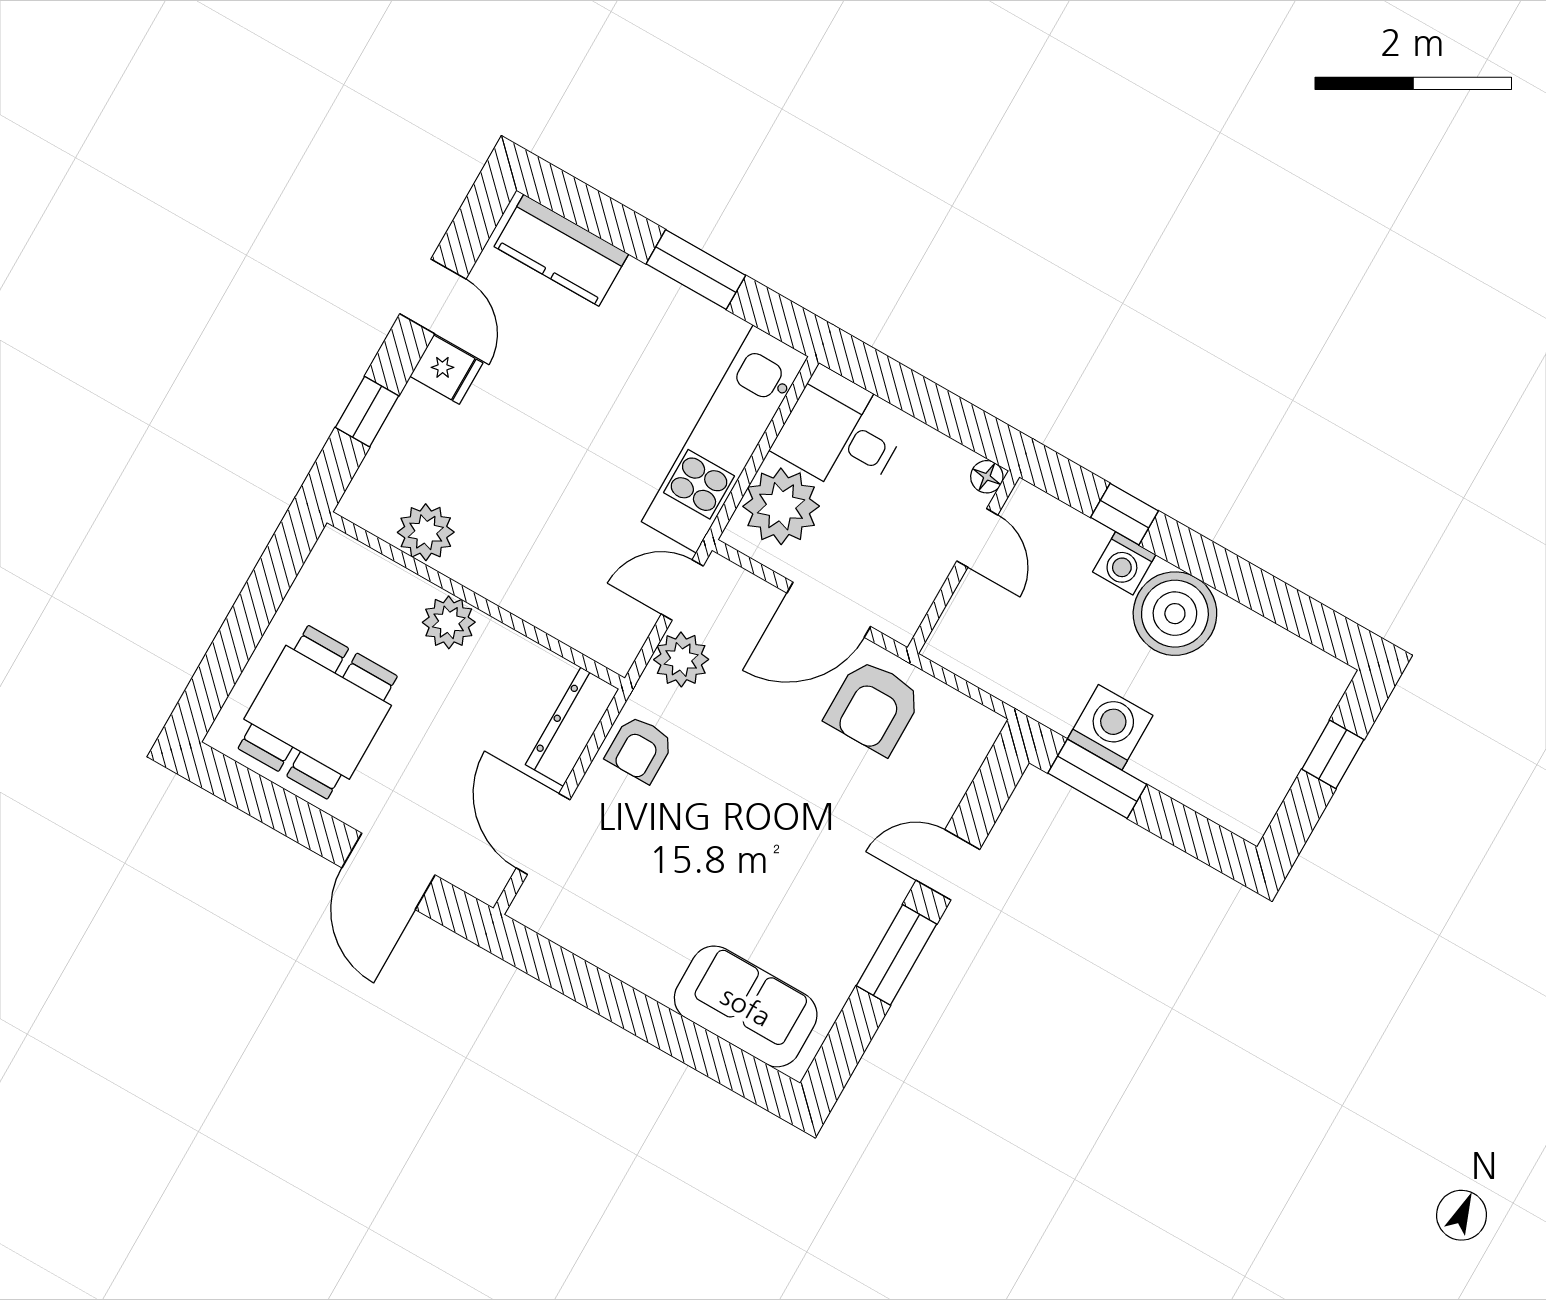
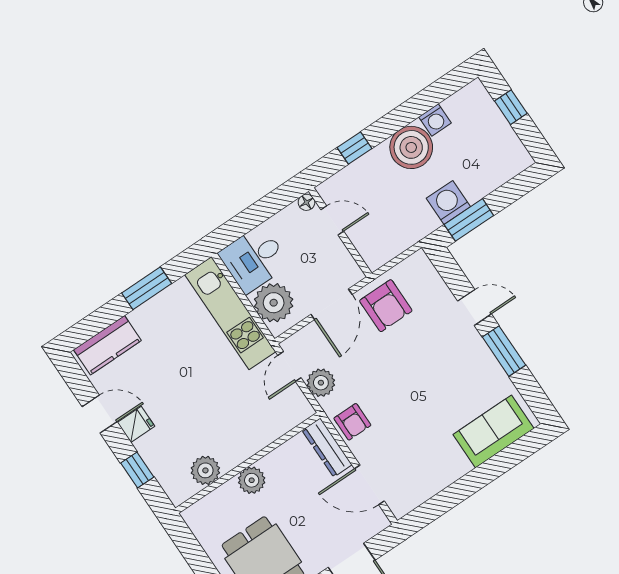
washing machine: (1124, 563) -> (435, 120), moved
door: (948, 865) -> (475, 307), swing flipped

